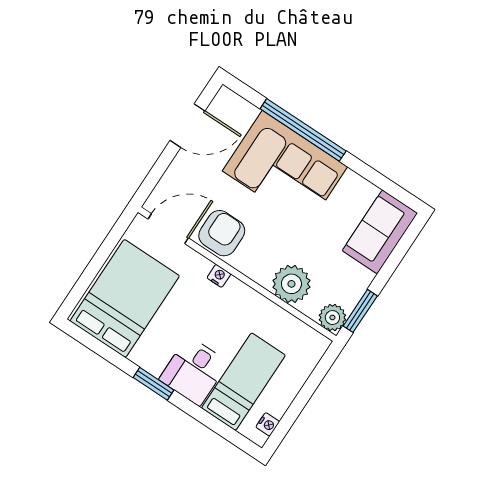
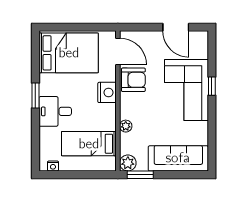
window: (303, 130) -> (212, 86), width x0.32
sofa: (380, 232) -> (178, 158), width x1.36
nightstand: (219, 276) -> (107, 92), width x1.89, depth x1.79
plant: (291, 284) -> (126, 126), width x0.53, depth x0.53
bed: (244, 382) -> (89, 144), moved, turned 180

